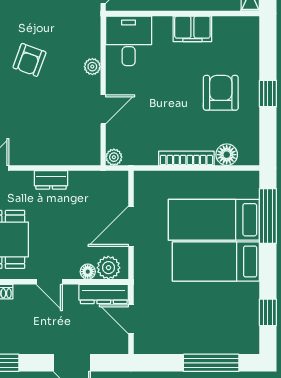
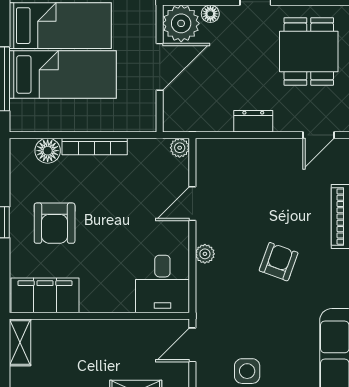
filing cabinet: (192, 29) -> (45, 295), moved, width x1.50, depth x1.17
plant: (108, 268) -> (181, 23), width x1.36, depth x1.36

